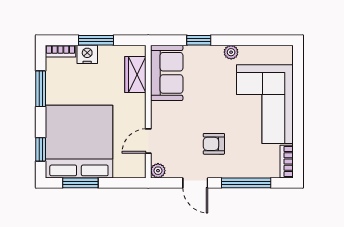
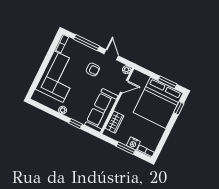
sofa: (167, 73) -> (101, 110), width x1.36
window: (41, 89) -> (164, 138), removed

